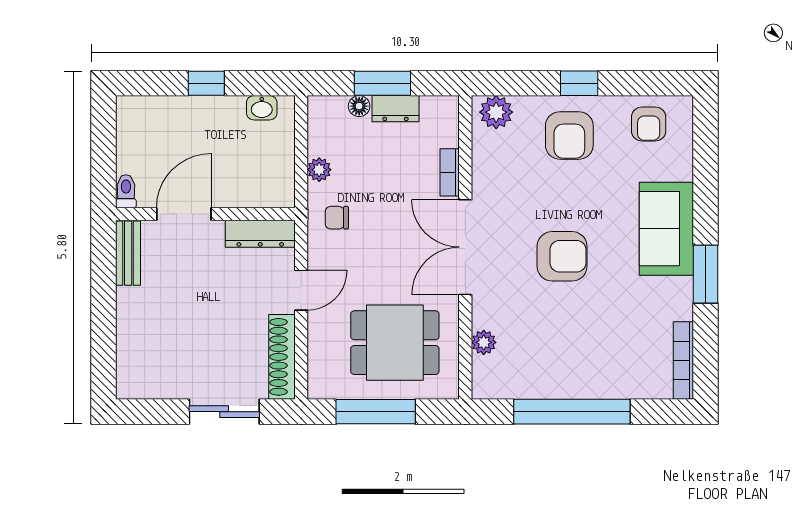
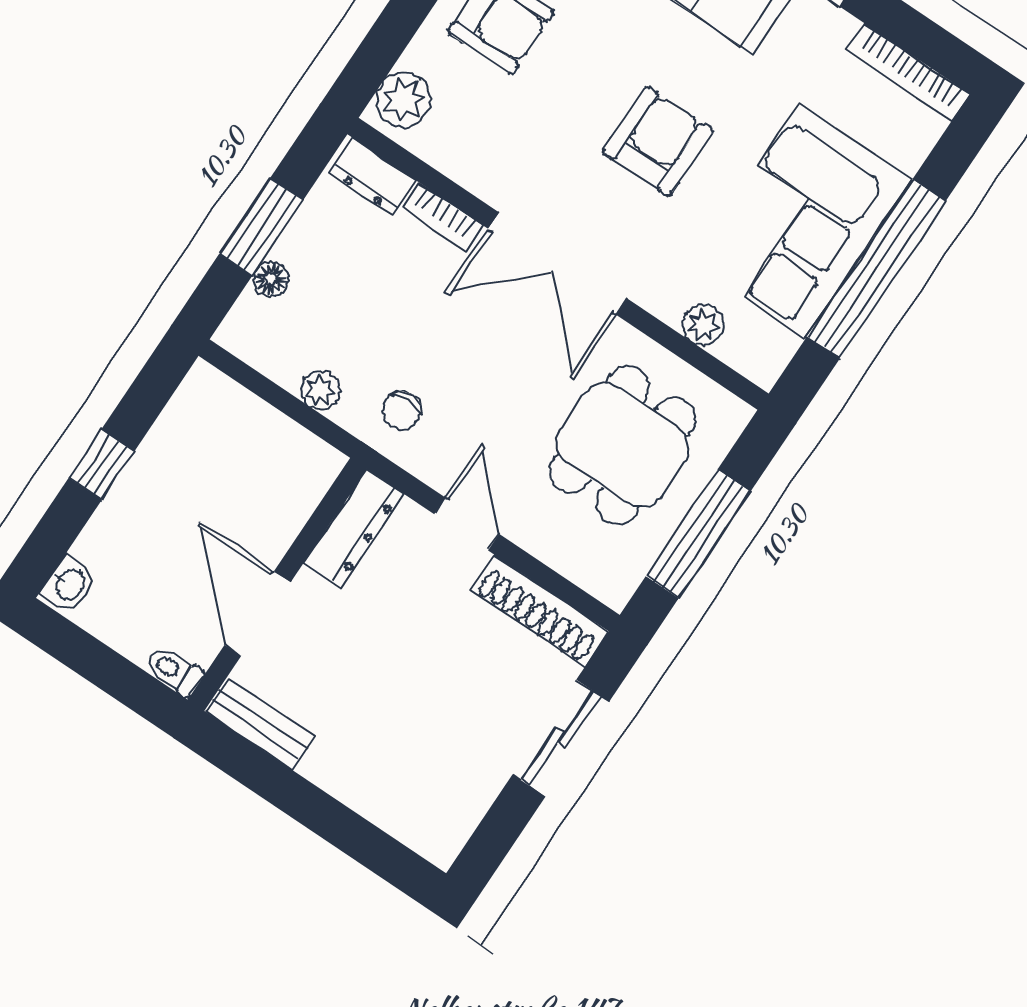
washbasin: (262, 108) -> (69, 584), moved
dresser: (395, 109) -> (372, 177), moved, turned 90
corner sofa: (571, 357) -> (802, 221), added

